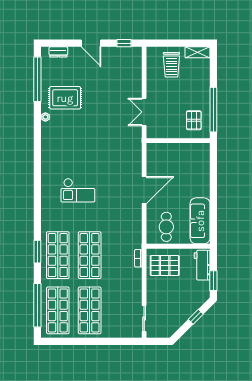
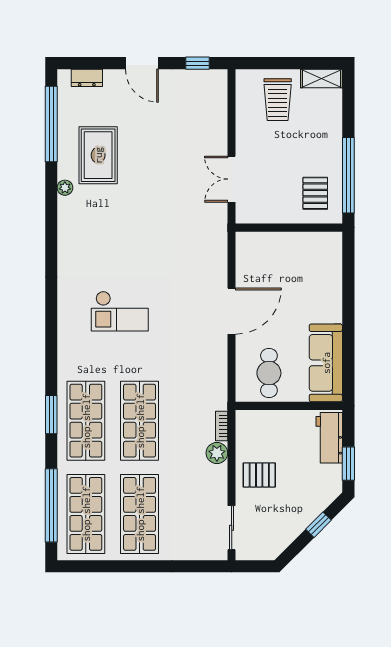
rug: (65, 98) -> (98, 155), turned 90
pallet: (165, 266) -> (259, 475), moved, width x0.67, depth x0.71
plant: (135, 274) -> (217, 453), added

